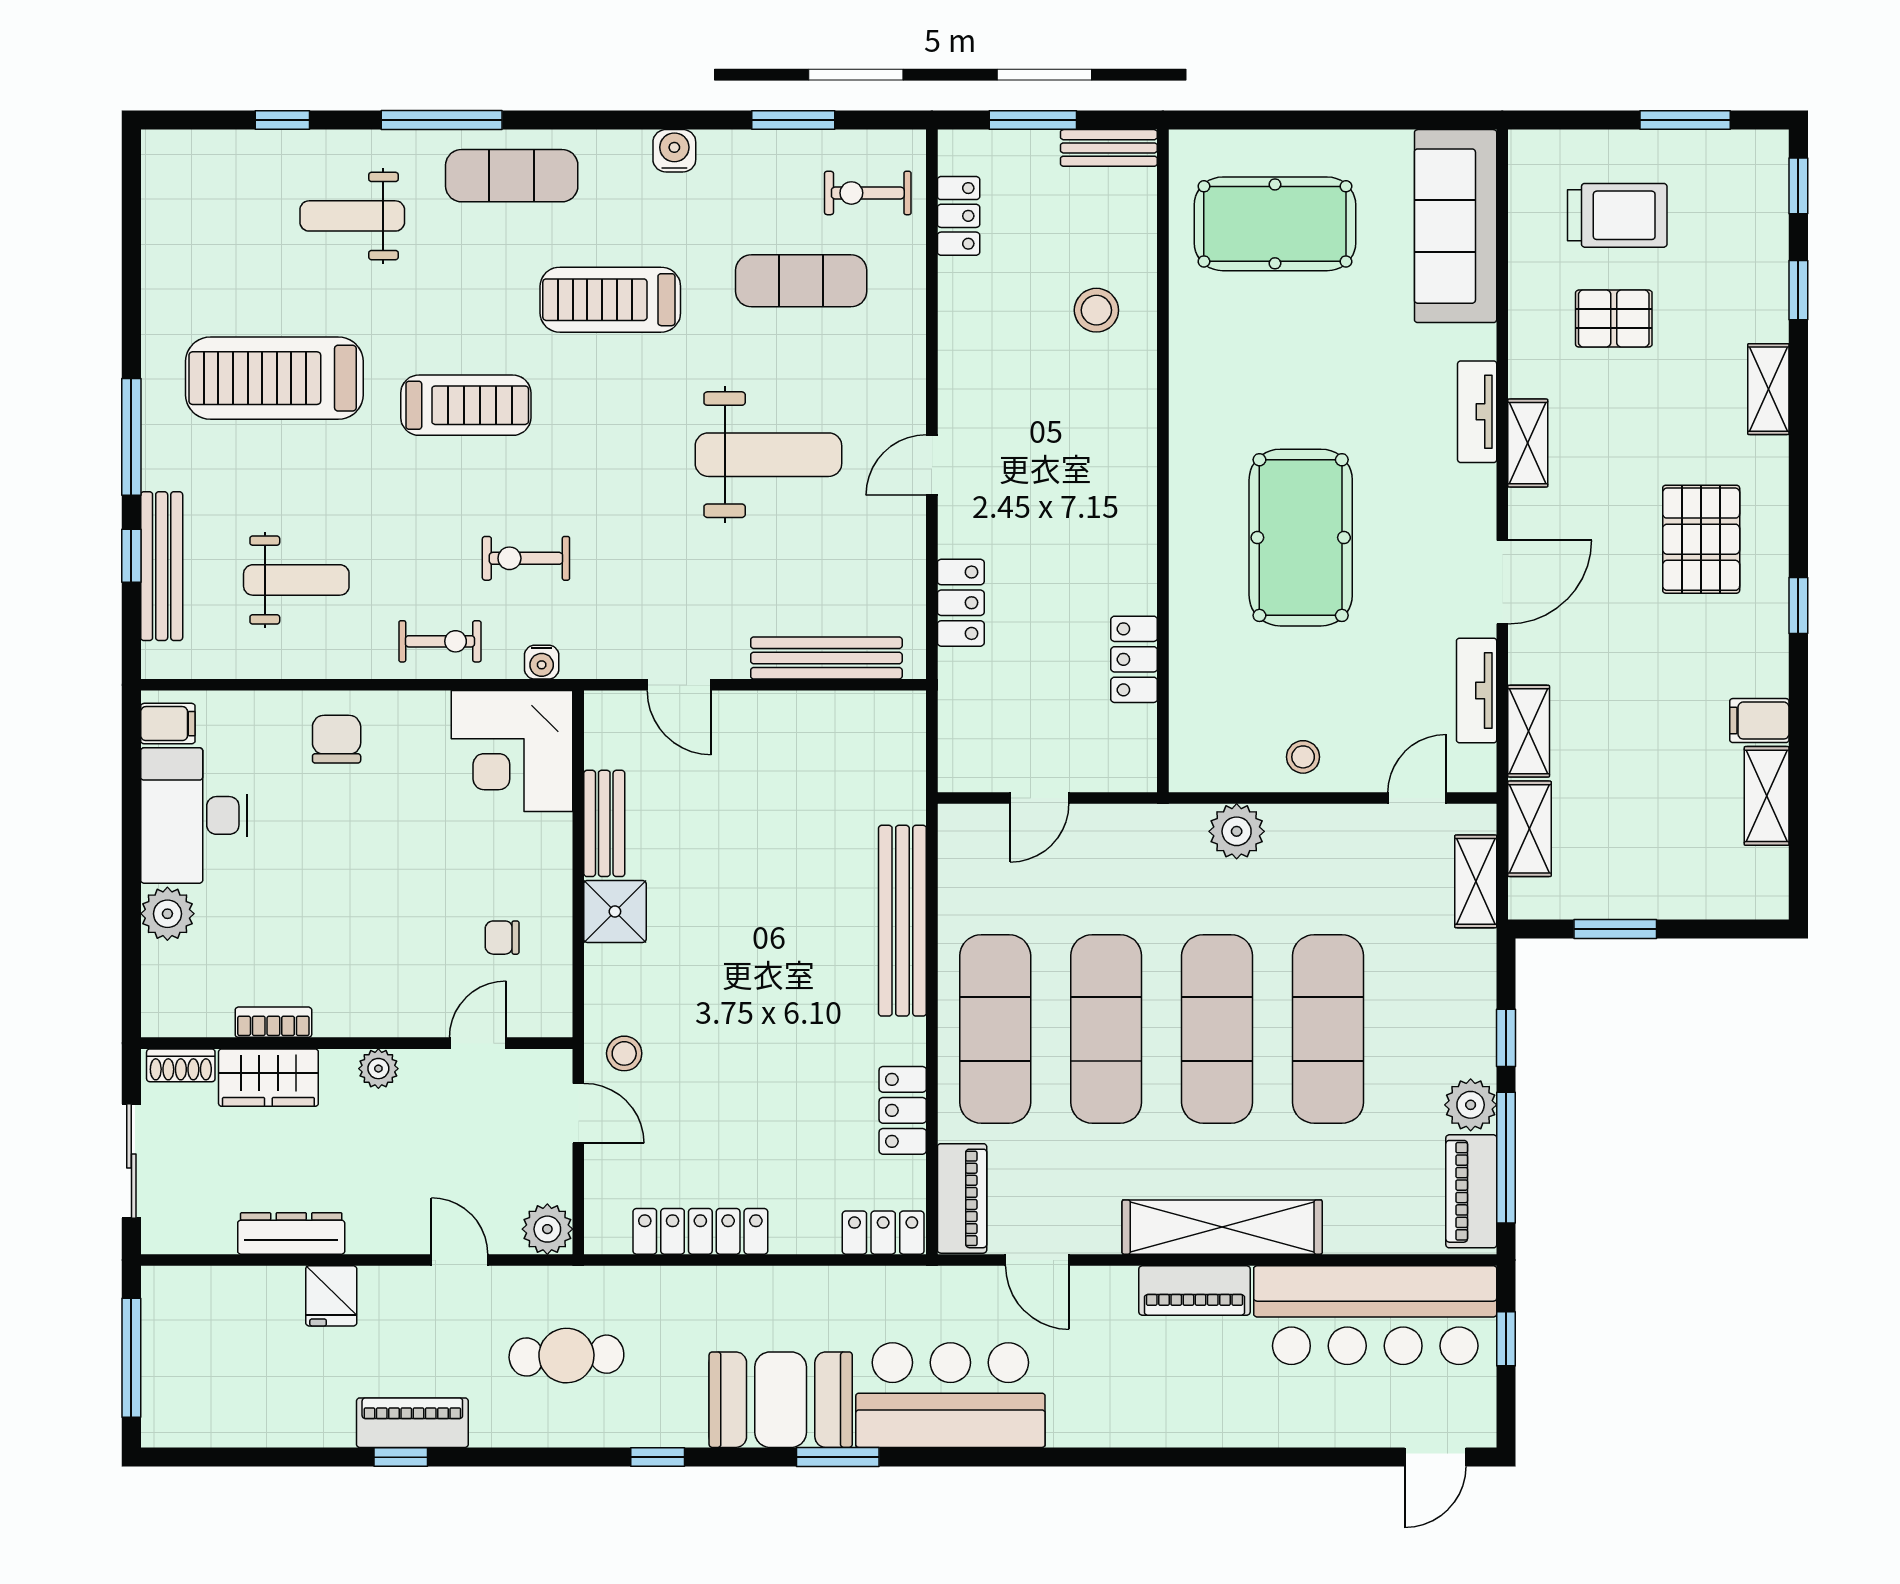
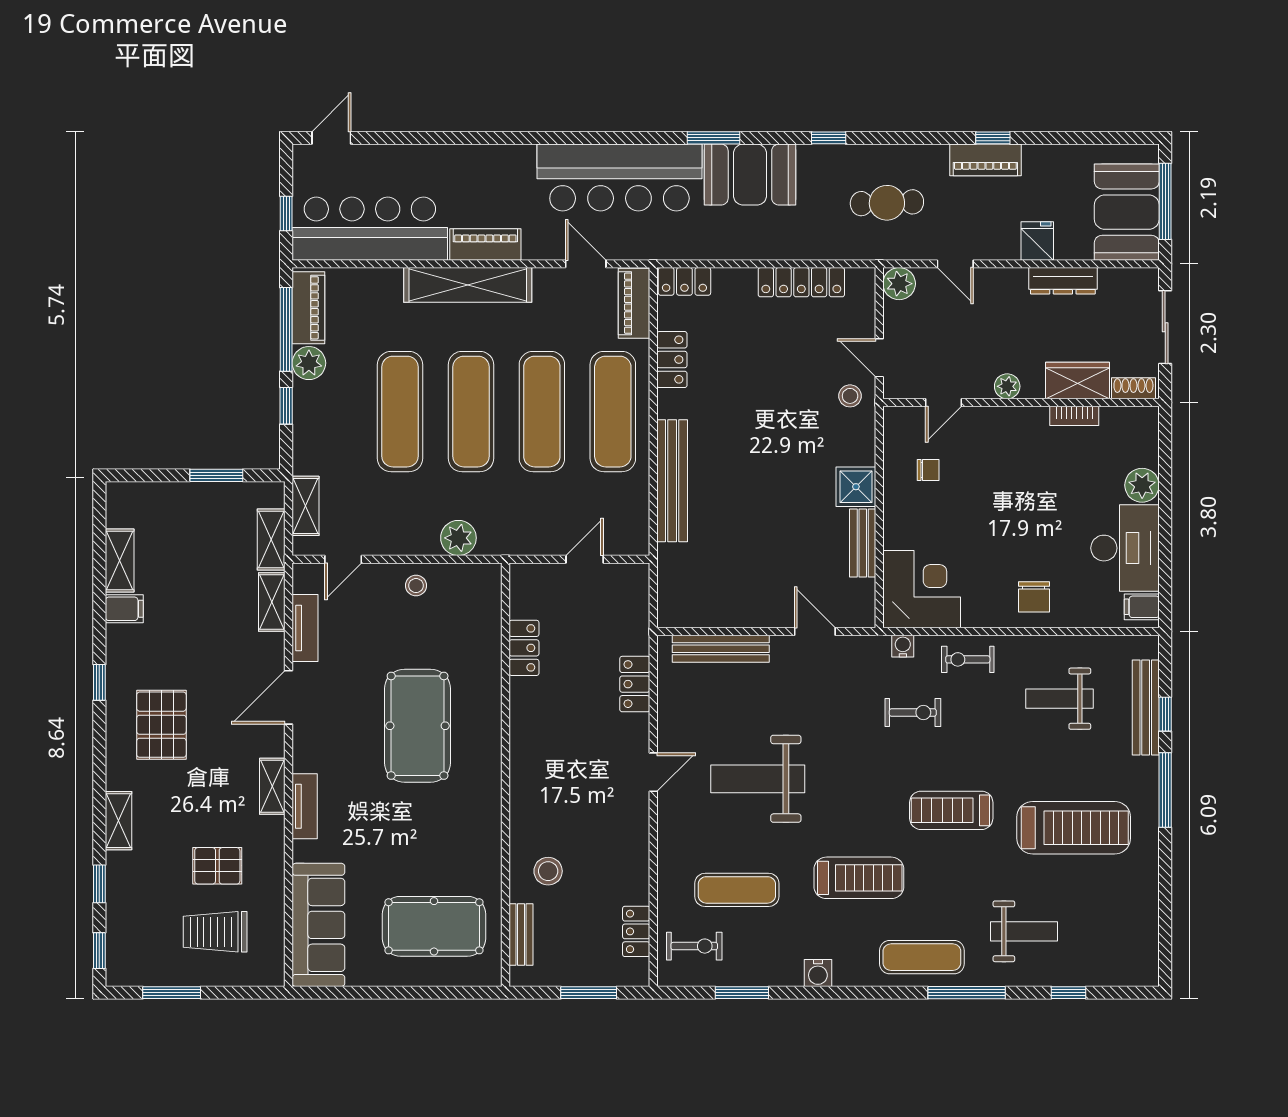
bench: (1109, 148) -> (521, 935), moved, turned 90
booth: (191, 1341) -> (1127, 212), added
bar counter: (950, 1395) -> (619, 177), width x1.36

